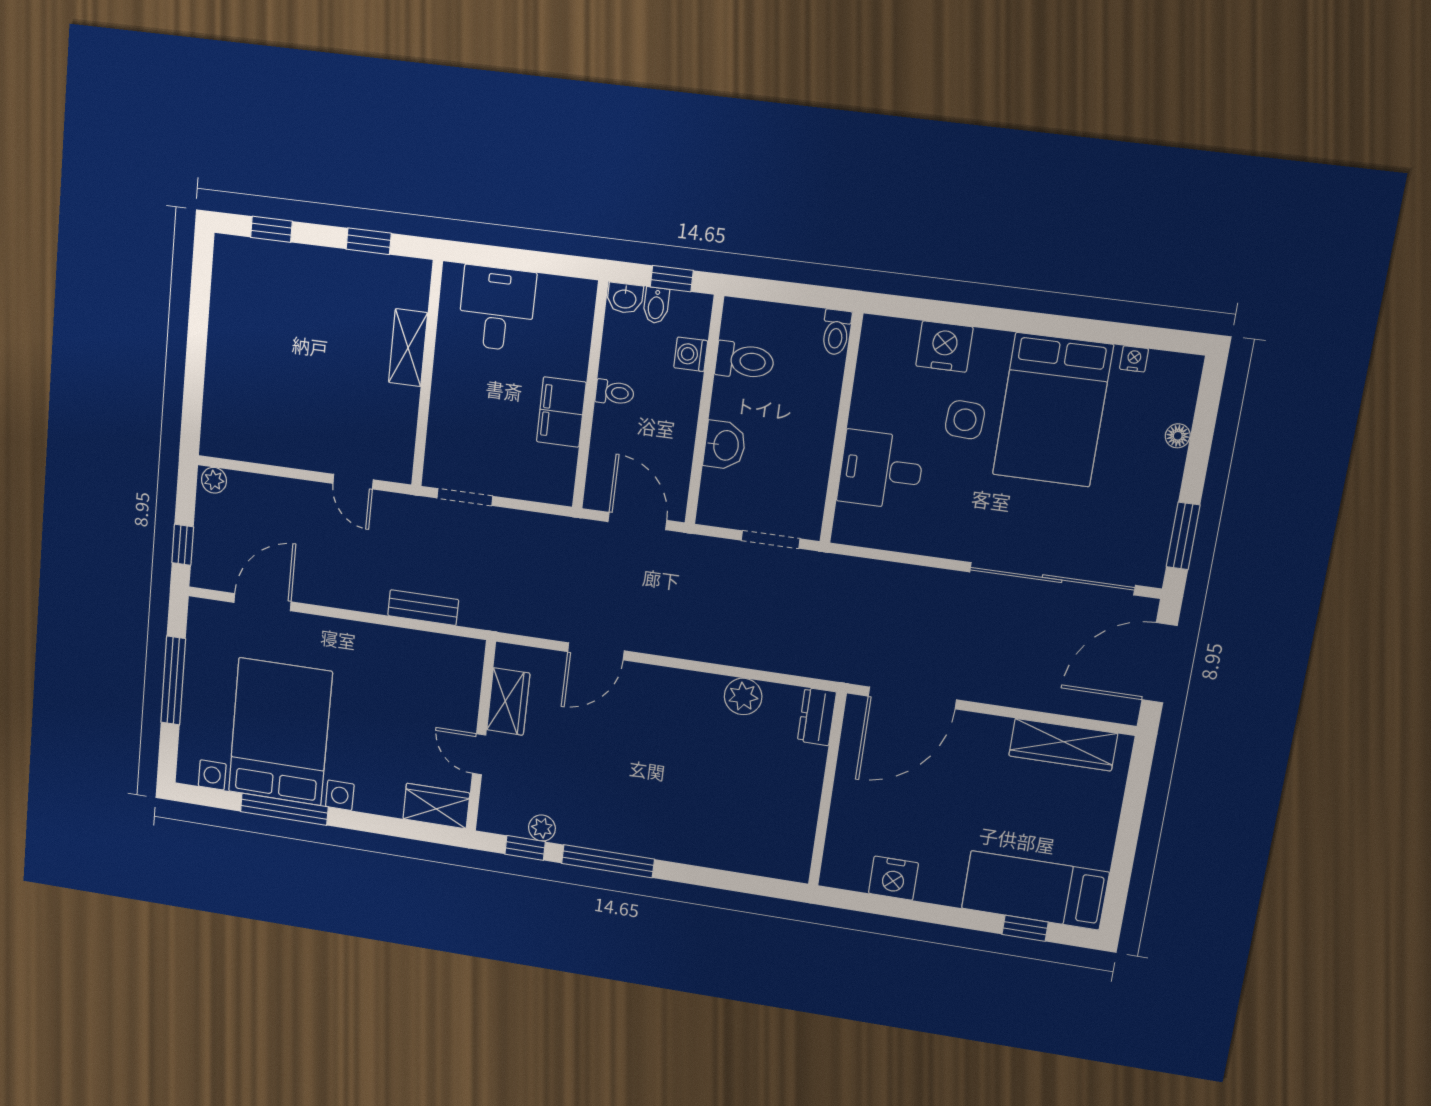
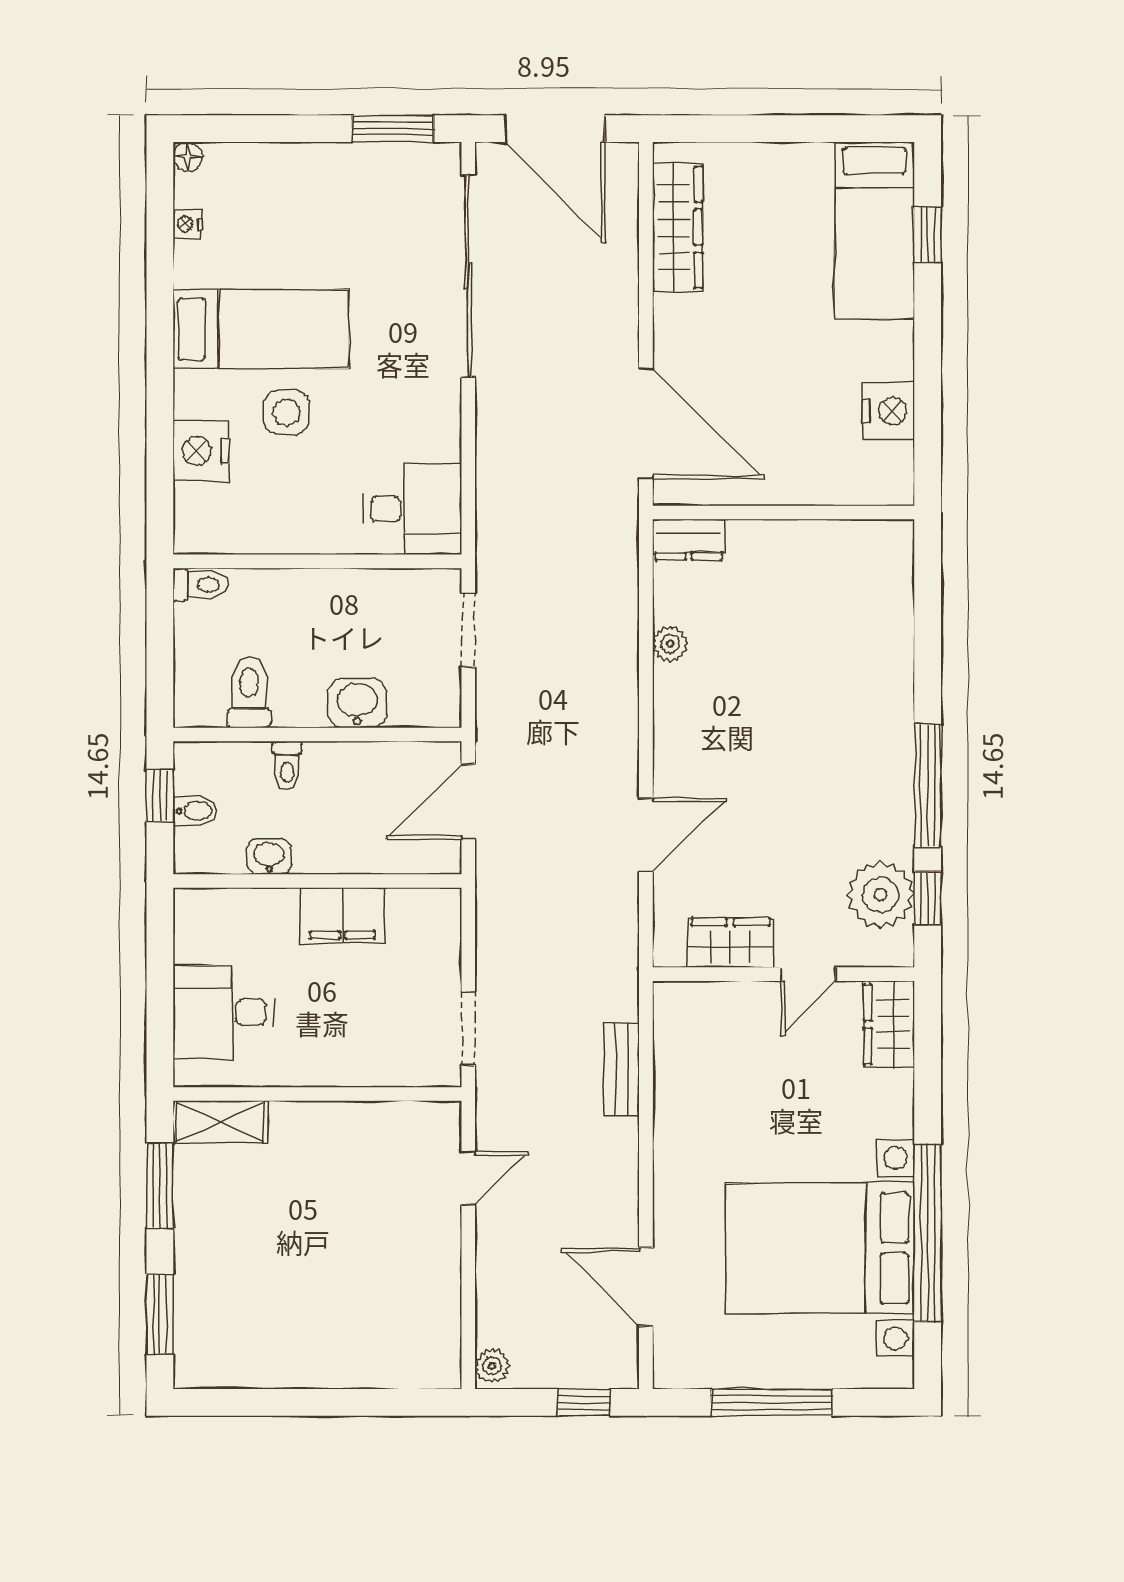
window: (271, 229) -> (160, 1314), width x1.50
window: (369, 241) -> (160, 1186), width x1.50
washbasin: (625, 298) -> (269, 857), moved, turned -90
shelving: (408, 348) -> (220, 1122), moved
washing machine: (691, 354) -> (250, 760), removed
toilet: (615, 393) -> (287, 765), moved, turned 180
bed: (1053, 410) -> (261, 329), width x0.67
floor lamp: (1178, 436) -> (188, 157), moved
desk: (881, 470) -> (412, 509), moved, turned -90
door: (596, 651) -> (646, 835), hinge flipped
plant: (743, 697) -> (670, 644), width x0.73, depth x0.73
window: (284, 809) -> (928, 1233), width x1.46
plant: (542, 828) -> (880, 895), width x1.87, depth x1.87

